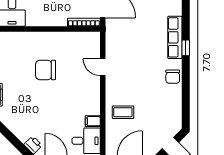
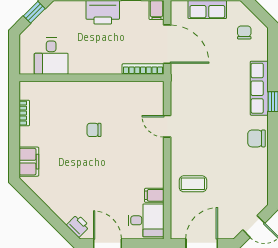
chair: (46, 70) -> (94, 130), width x0.54, depth x0.54
chair: (173, 77) -> (257, 138), turned 90

